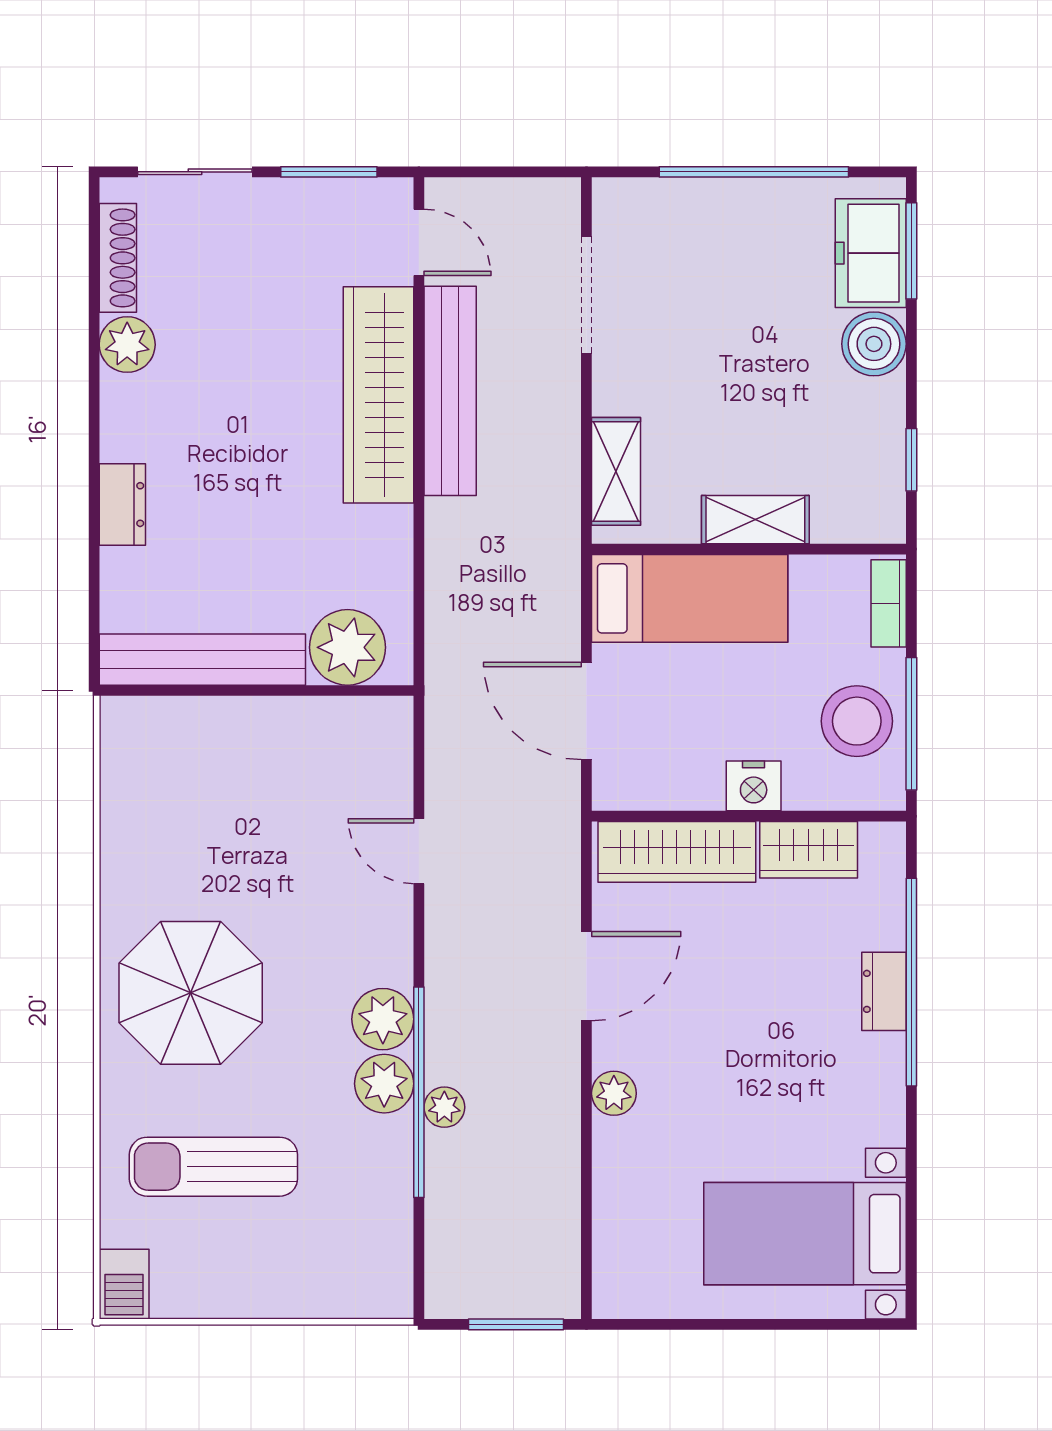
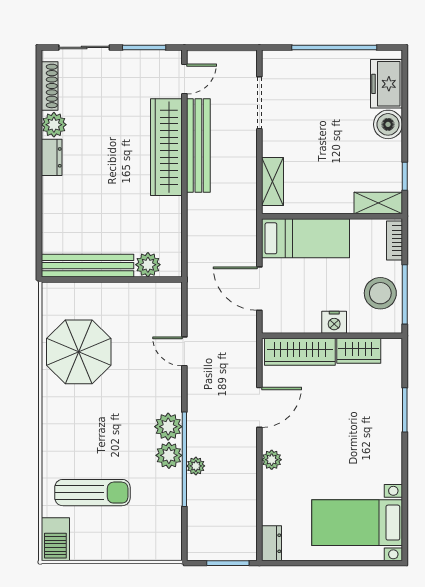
door: (419, 242) -> (184, 79), hinge flipped
window: (911, 251) -> (405, 83), removed
dresser: (122, 505) -> (52, 157), moved
shelving: (755, 520) -> (378, 203), moved
plant: (348, 647) -> (148, 265), width x0.73, depth x0.73
window: (911, 982) -> (405, 410), width x0.47
dresser: (884, 991) -> (272, 543), moved, turned 180
parasol: (191, 993) -> (79, 352), moved
sun lounger: (213, 1167) -> (92, 493), turned 180
barbecue: (124, 1284) -> (55, 539), width x1.38, depth x1.27

